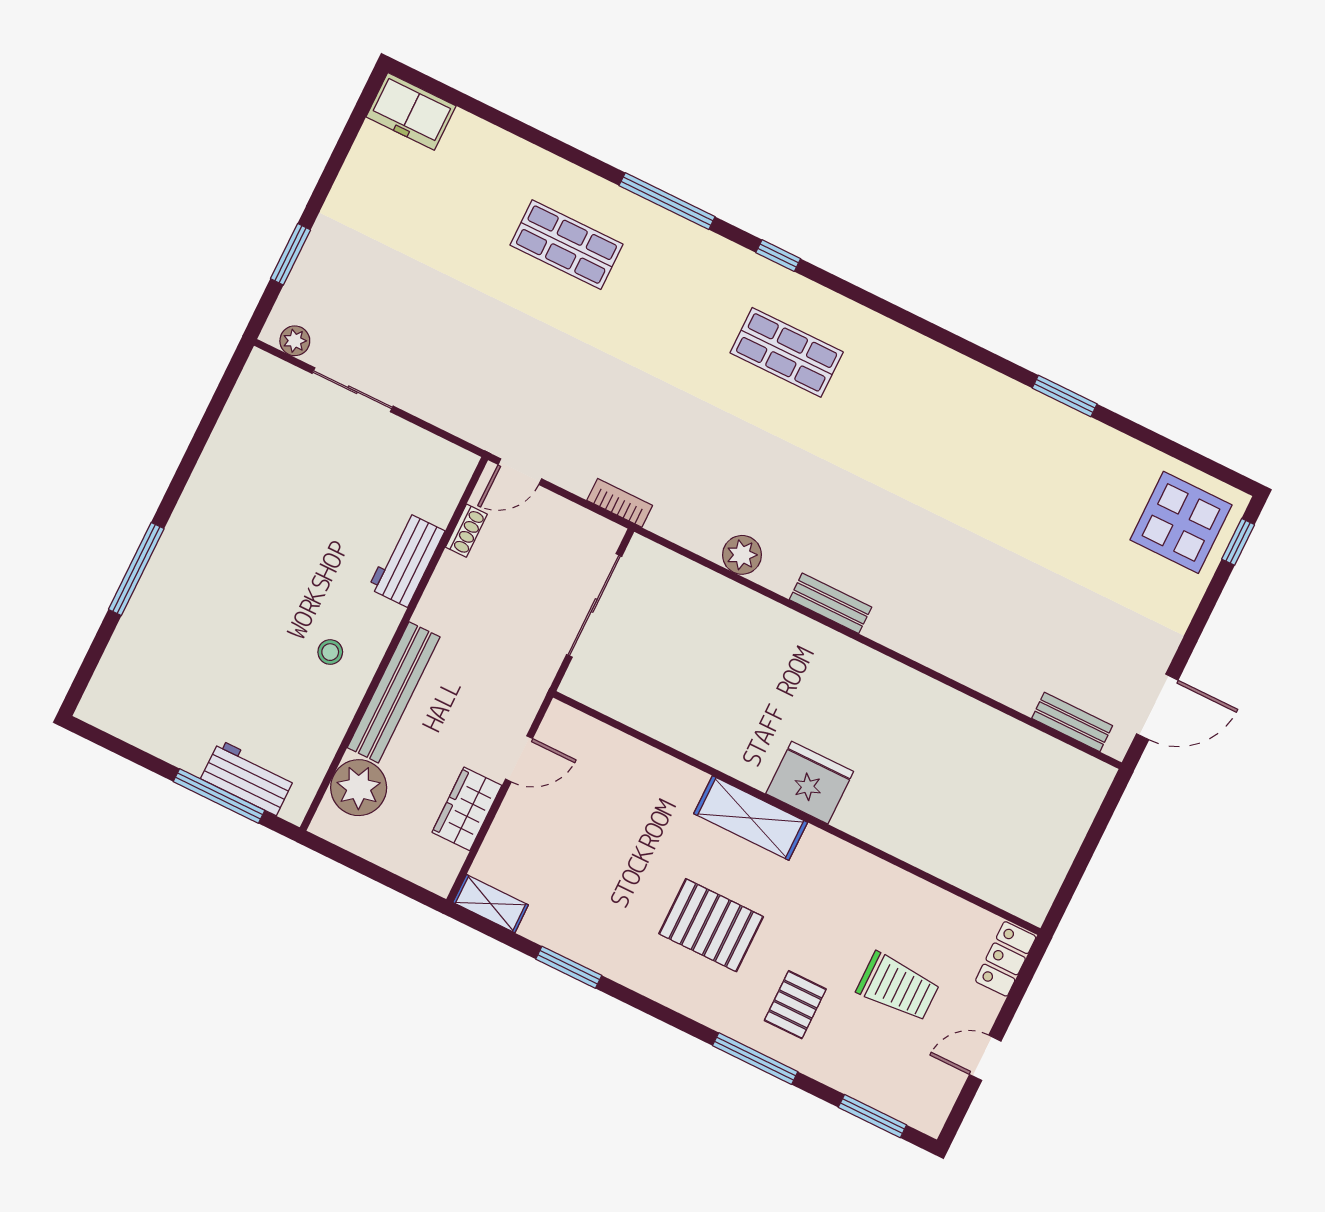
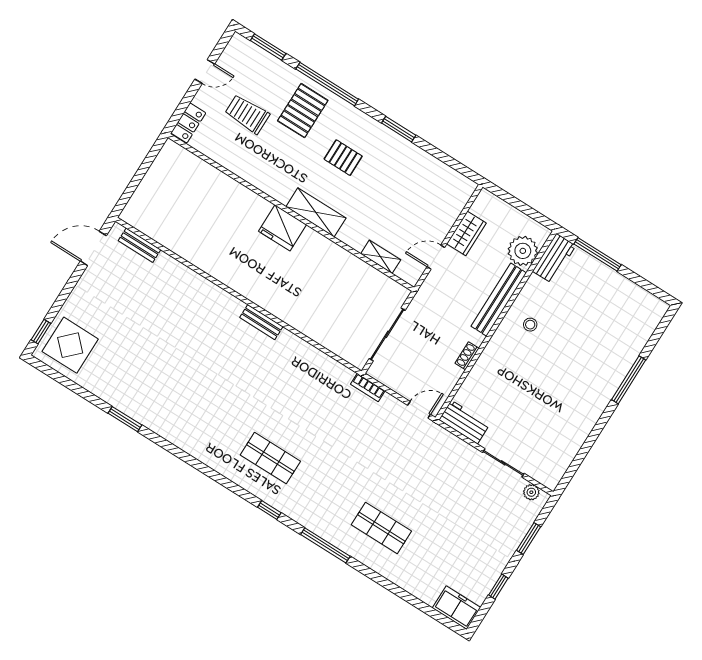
window: (337, 159) -> (498, 587), added
shoe rack: (466, 531) -> (467, 356), moved
plant: (742, 555) -> (306, 353), removed
workbench: (407, 560) -> (464, 422), moved, turned -90
workbench: (248, 778) -> (554, 258), moved, turned -90
shelving: (491, 904) -> (381, 257), moved
pallet: (711, 925) -> (343, 158), width x0.67, depth x0.71
window: (569, 967) -> (399, 129), moved
pallet: (795, 1005) -> (303, 111), width x1.50, depth x1.42
window: (755, 1059) -> (327, 84), width x1.46

